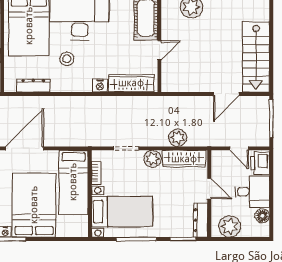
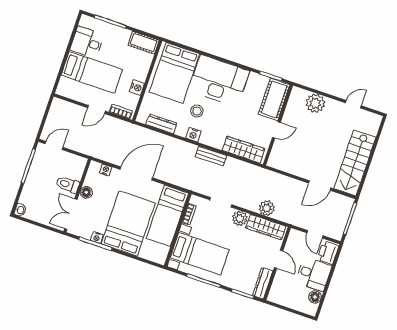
nightstand: (100, 86) -> (193, 135), moved
bench: (99, 102) -> (211, 156), added
plant: (230, 226) -> (285, 297), removed

